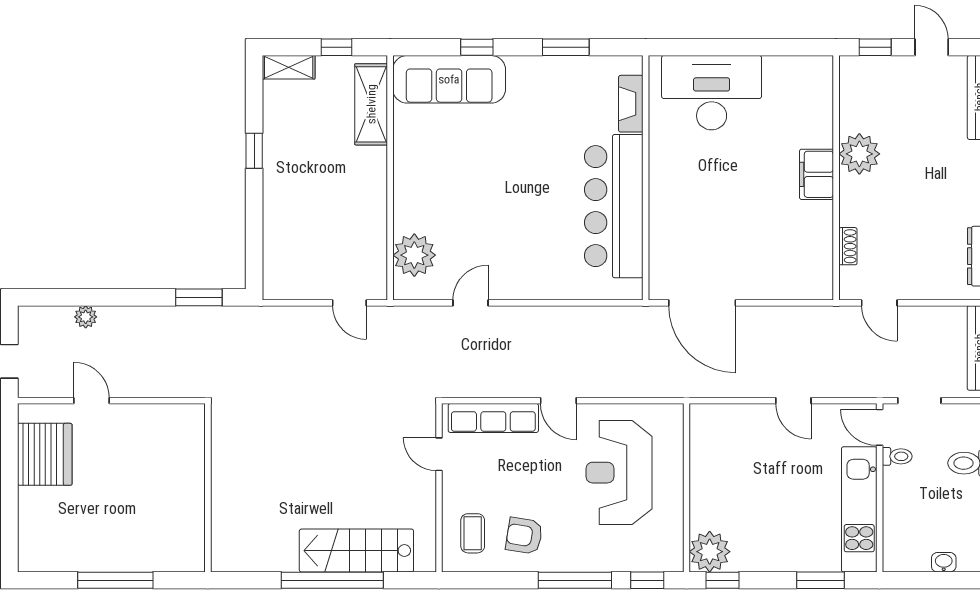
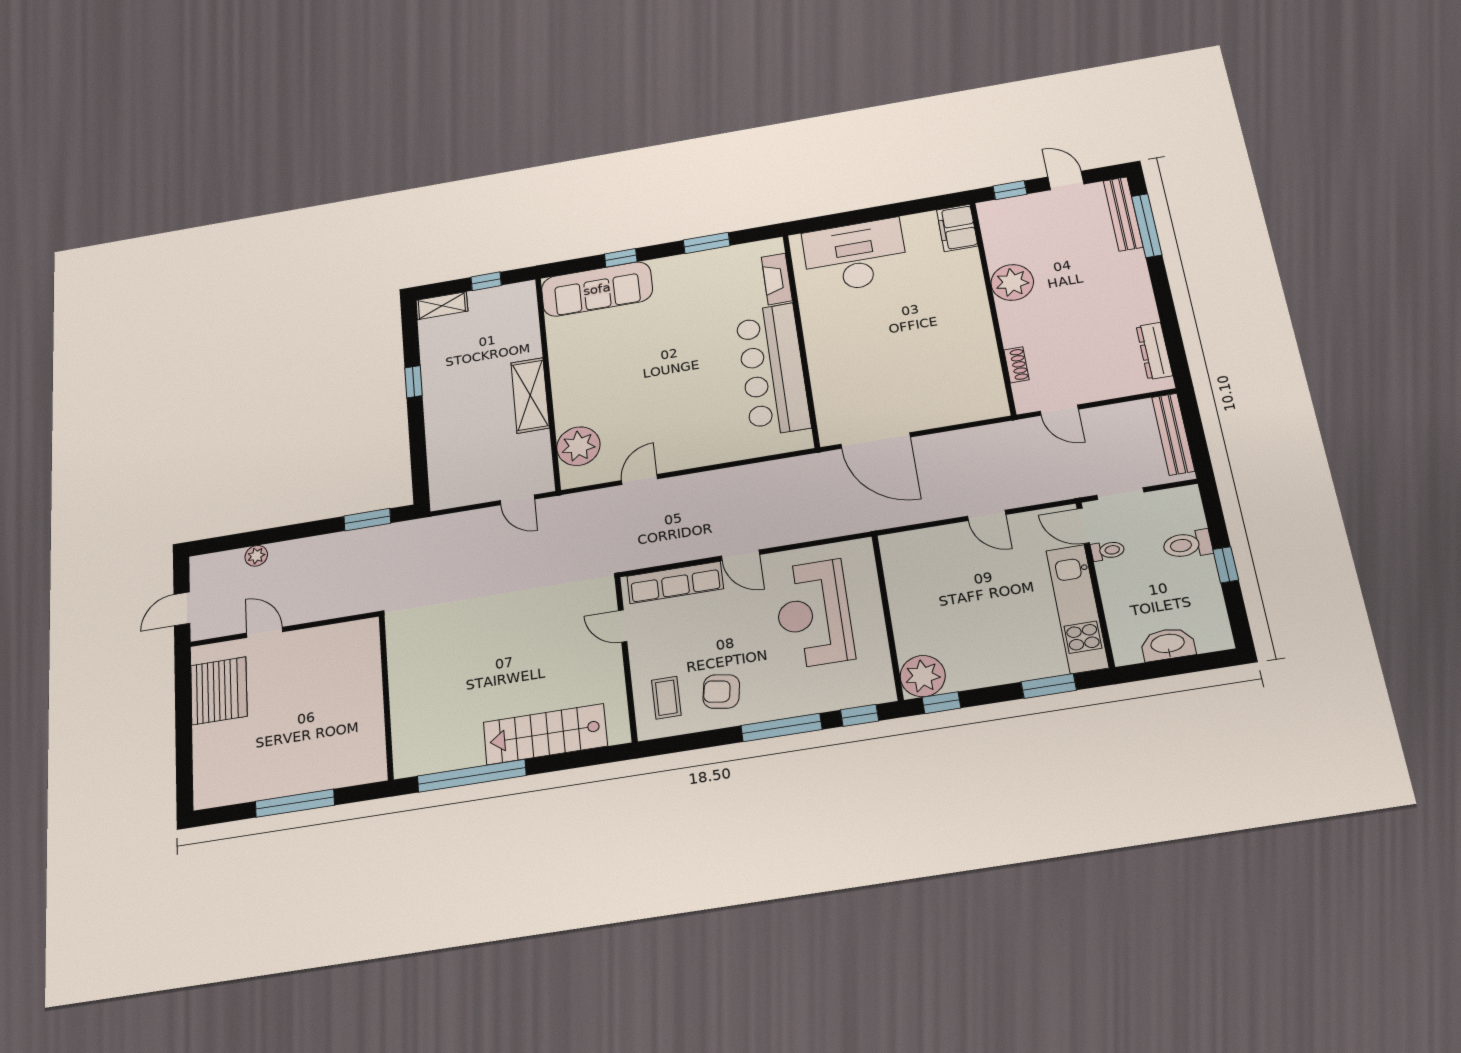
shelving: (371, 104) -> (530, 395), moved
filing cabinet: (816, 174) -> (957, 228), moved
washbasin: (944, 562) -> (1168, 644), width x1.91, depth x1.45
window: (332, 580) -> (472, 776), moved

